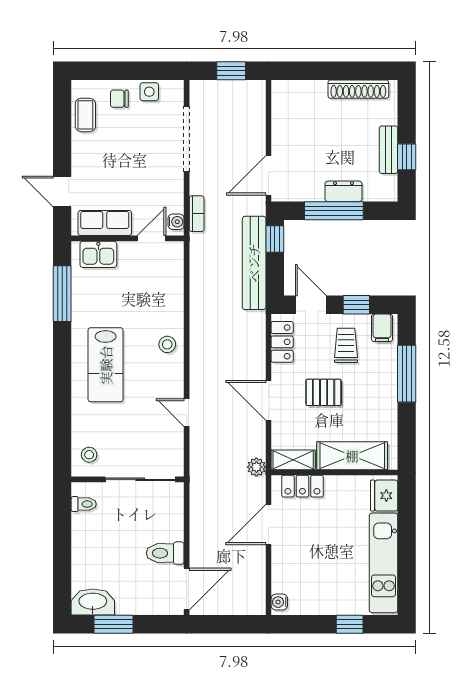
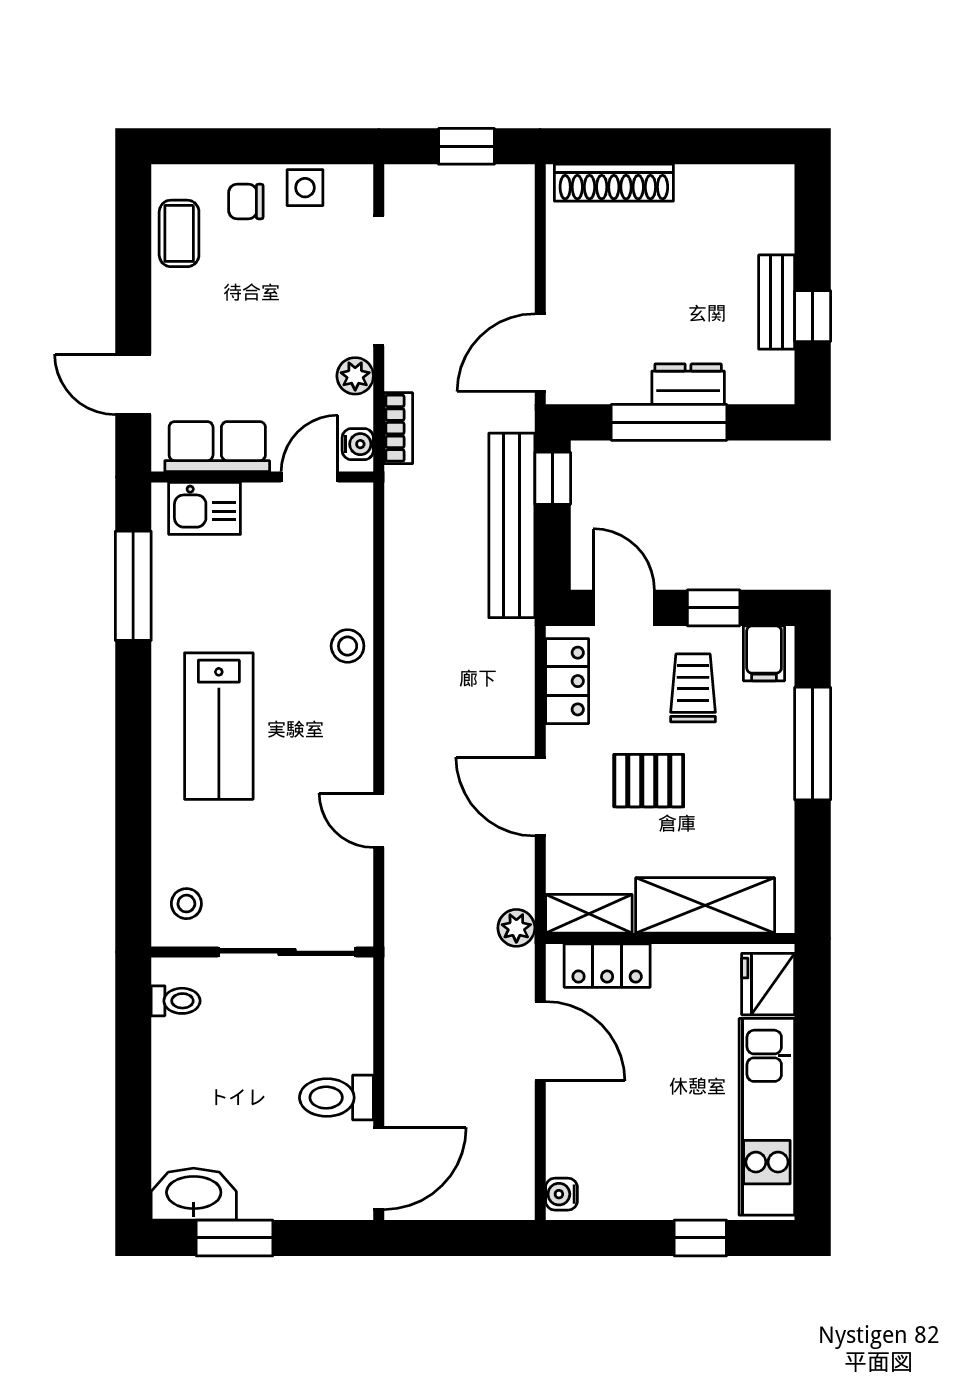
shoe rack: (358, 89) -> (614, 183), moved
plant: (175, 187) -> (355, 376), added
stool: (167, 344) -> (348, 646), moved
door: (268, 524) -> (540, 1041), swing flipped

